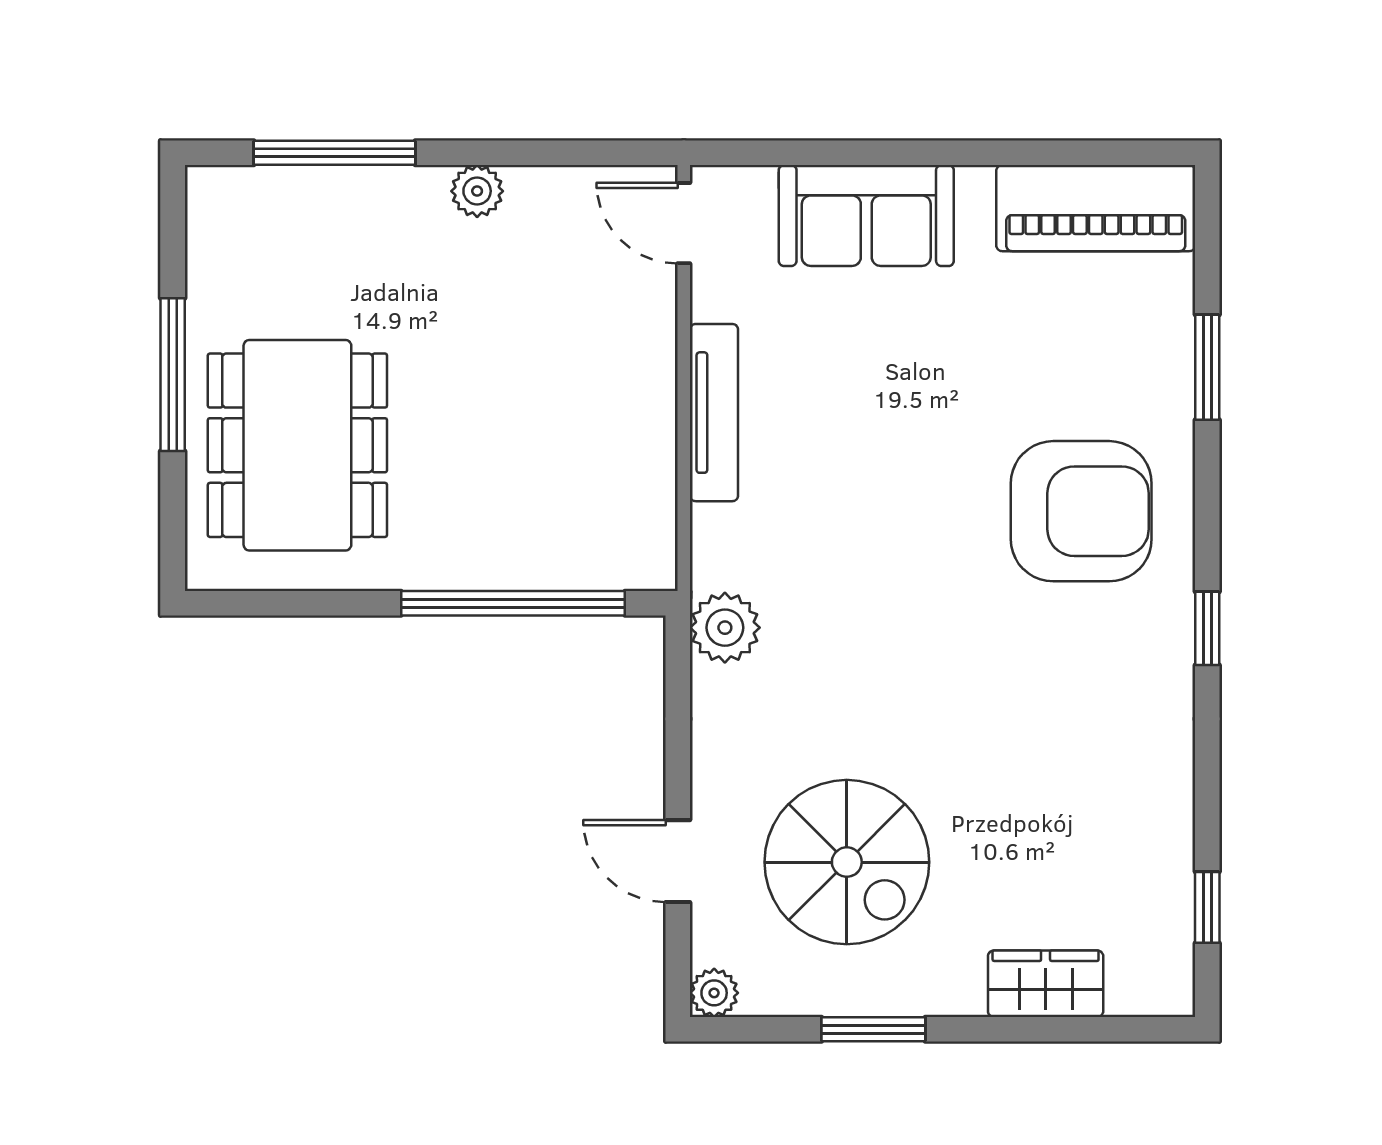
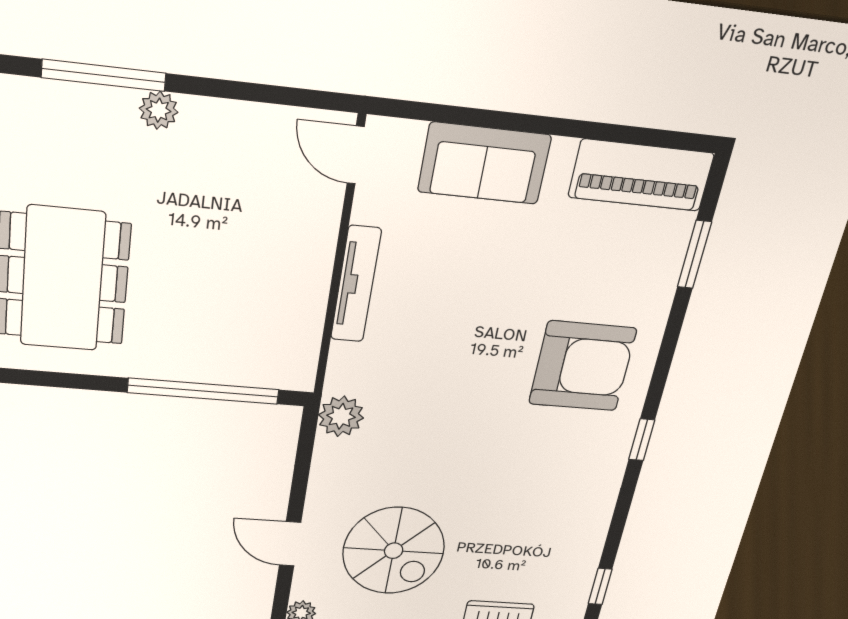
plant: (477, 191) -> (159, 110), moved
window: (1207, 367) -> (694, 255), moved

